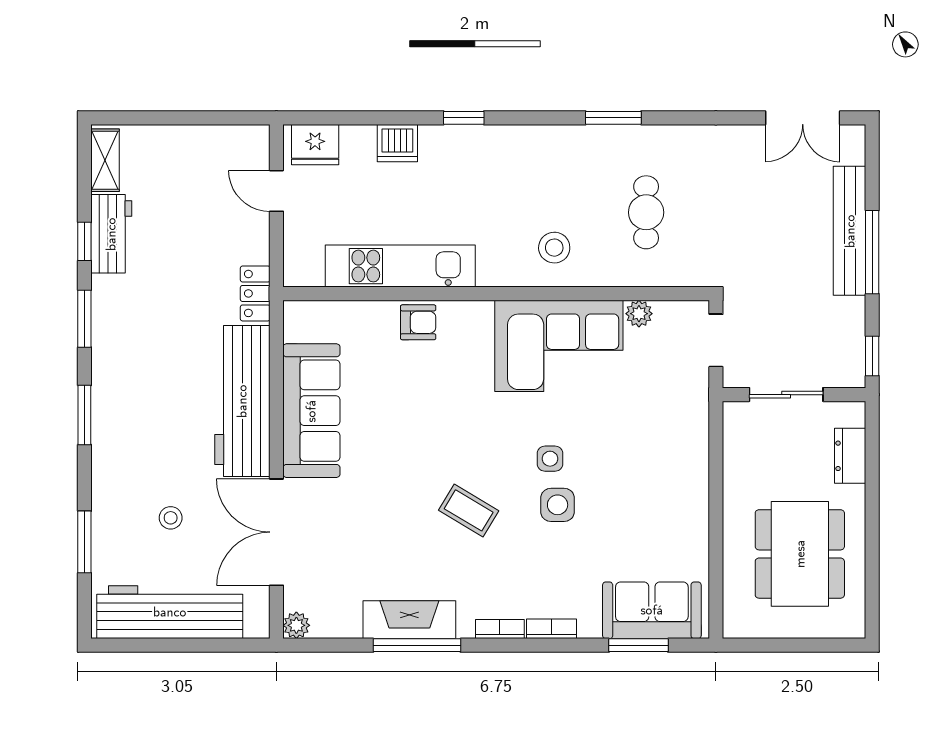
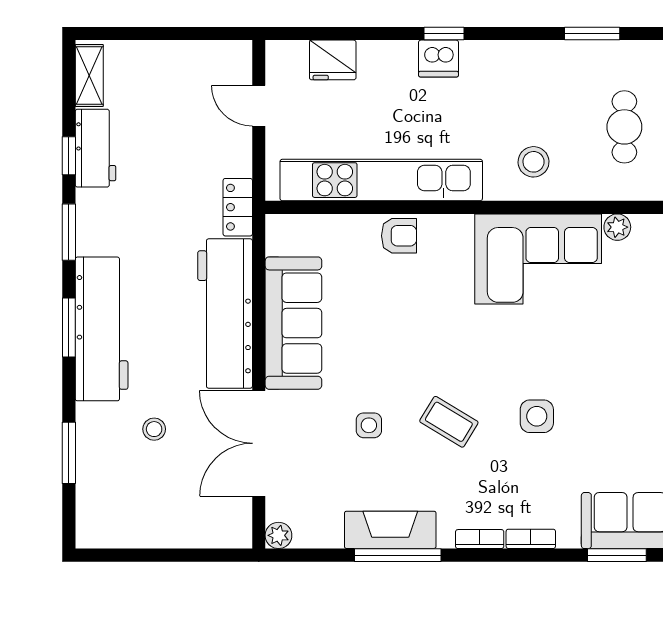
dishwasher: (397, 143) -> (439, 59), moved
fridge: (315, 145) -> (333, 60), moved
kitchen unit: (400, 266) -> (381, 180), width x1.36
side table: (550, 459) -> (369, 425), moved
workbench: (170, 612) -> (102, 329), moved, turned 90

